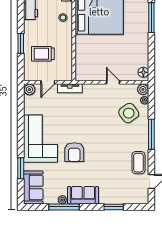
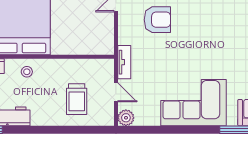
window: (21, 43) -> (62, 130), removed
armchair: (74, 152) -> (157, 20), moved

